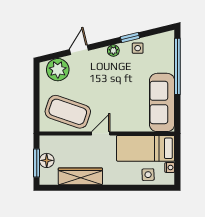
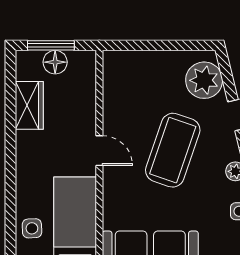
coffee table: (68, 112) -> (173, 150), moved
wardrobe: (80, 176) -> (29, 105), width x0.67

